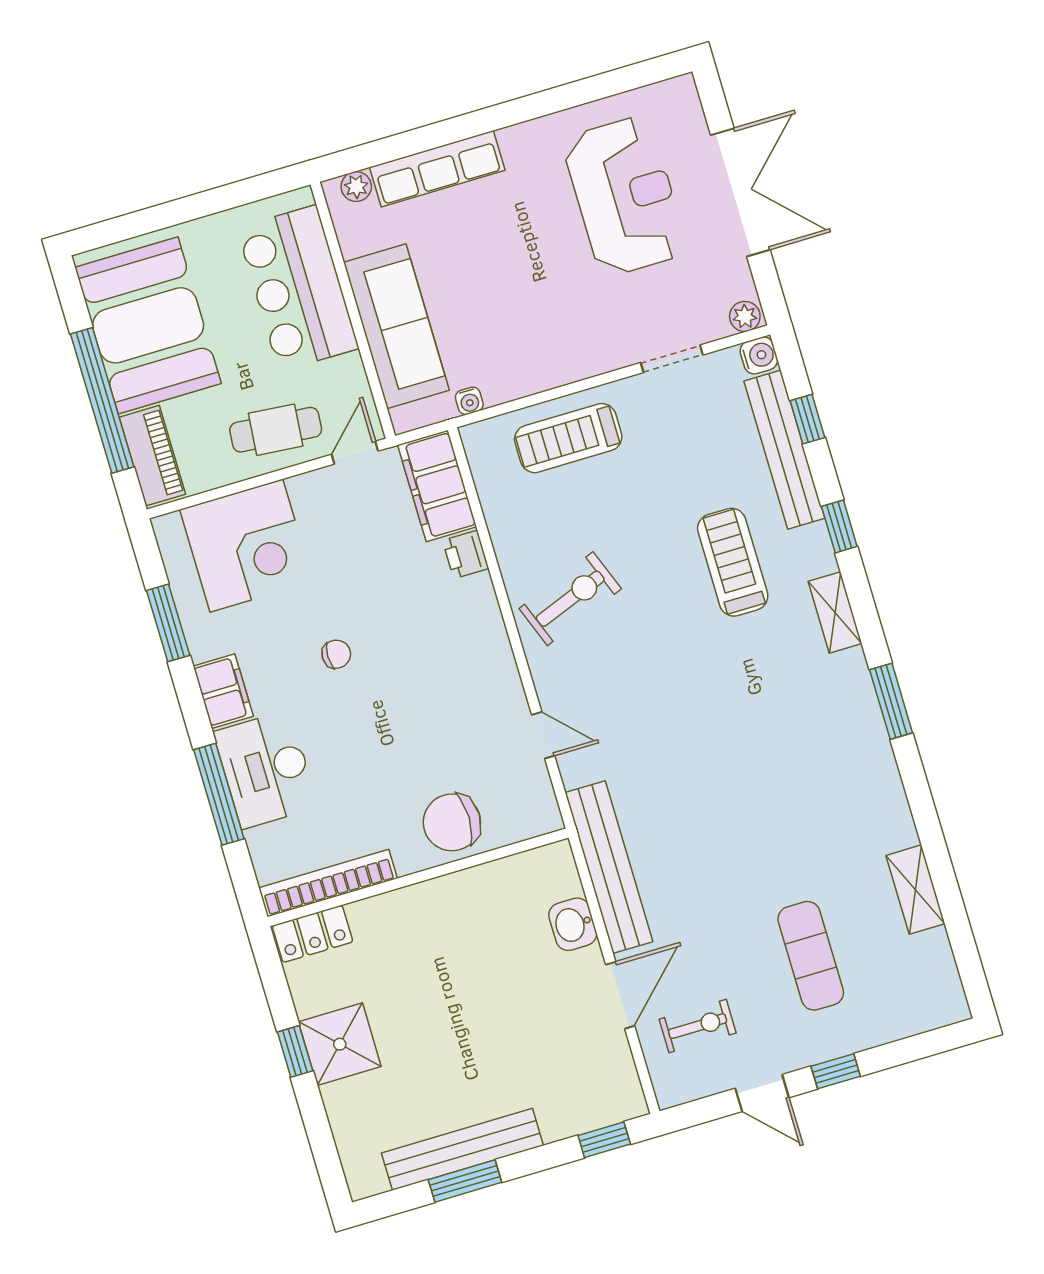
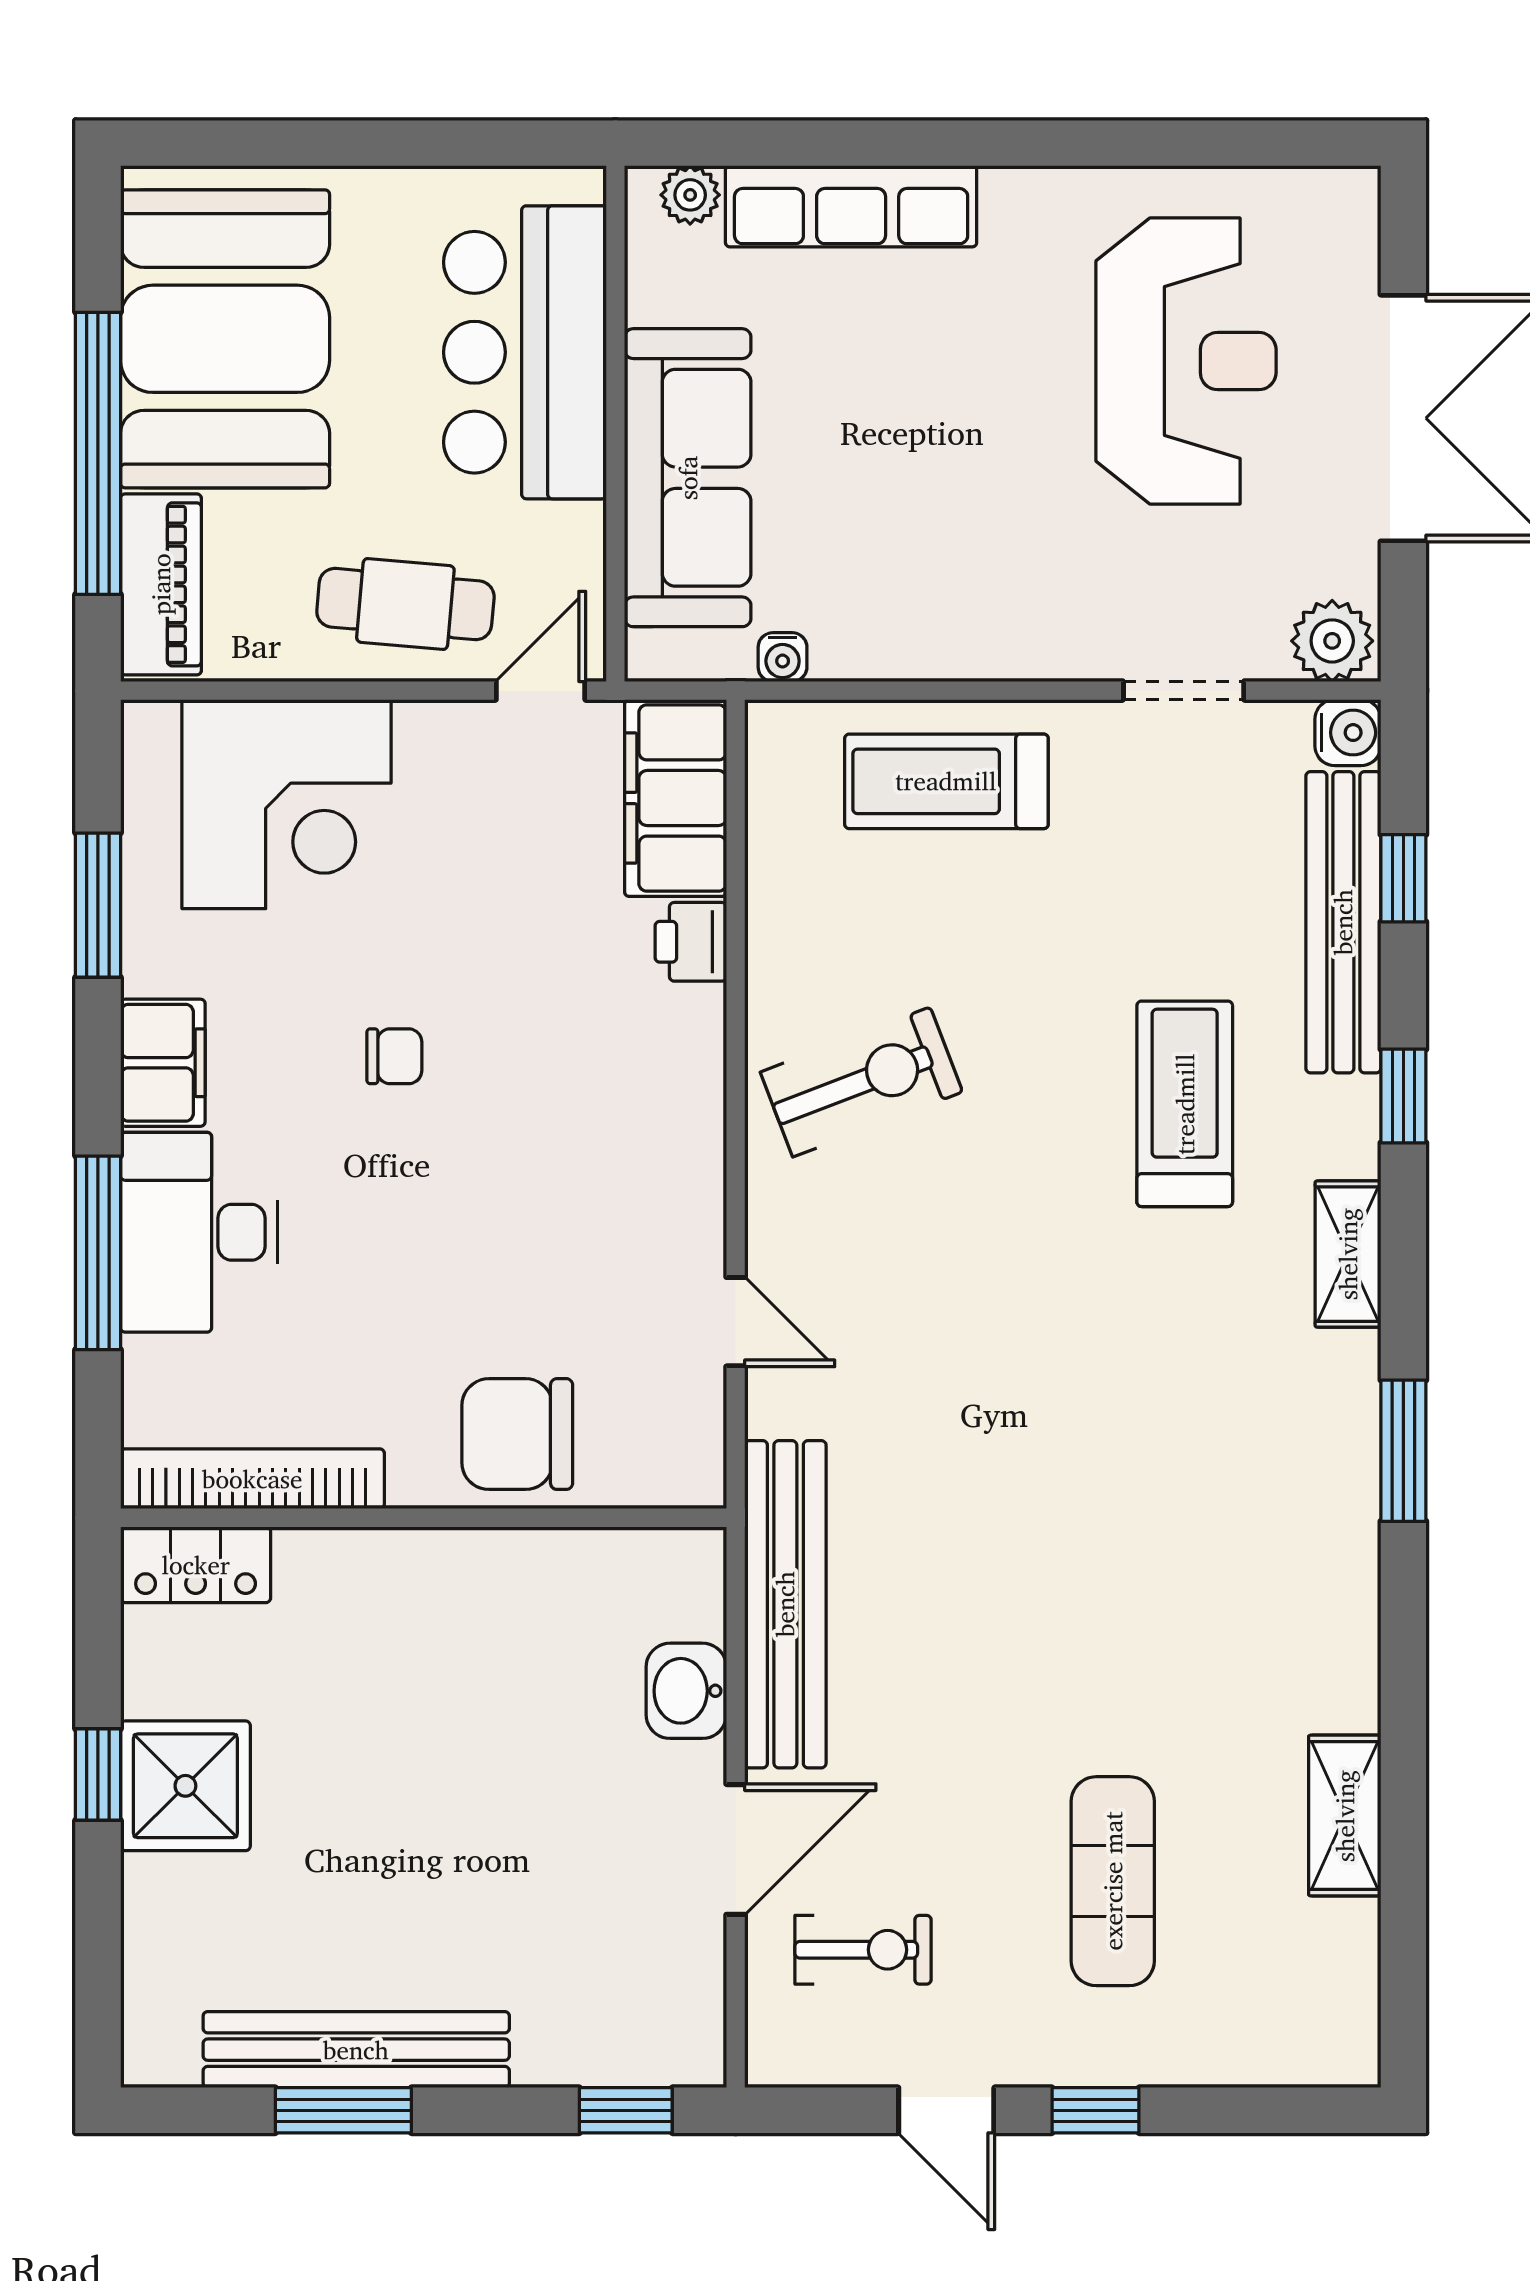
plant: (745, 316) -> (1332, 641), width x1.38, depth x1.38

